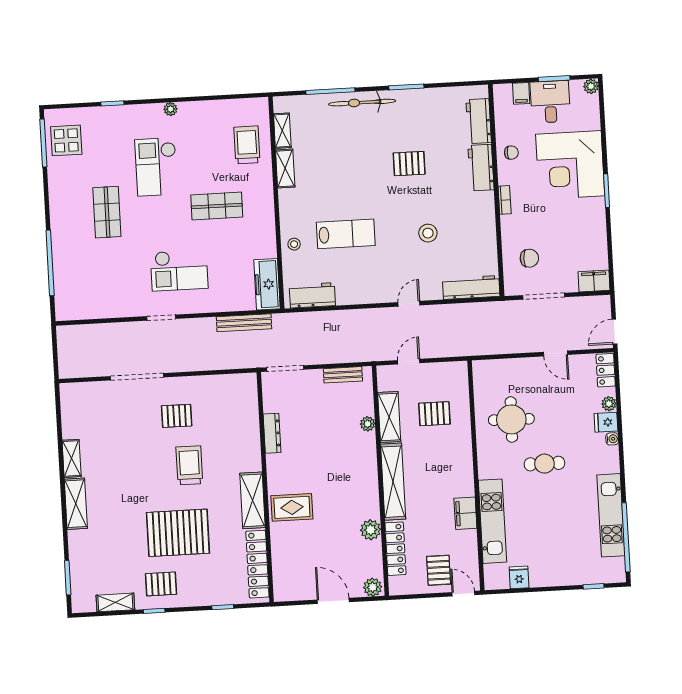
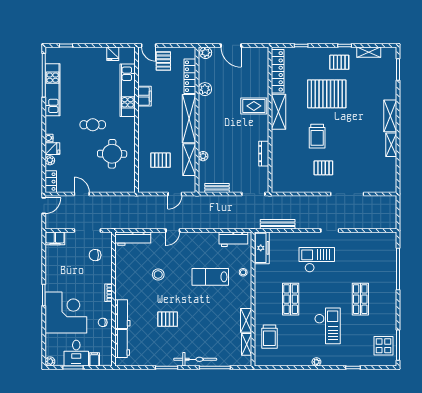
shop shelf: (217, 206) -> (291, 299), turned 90

